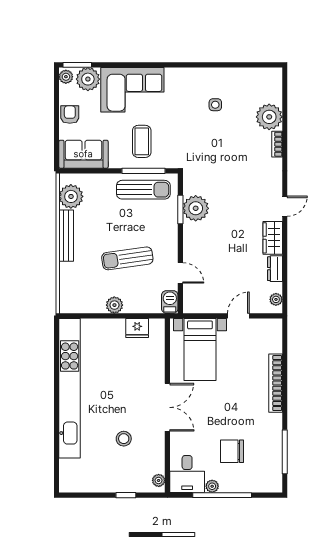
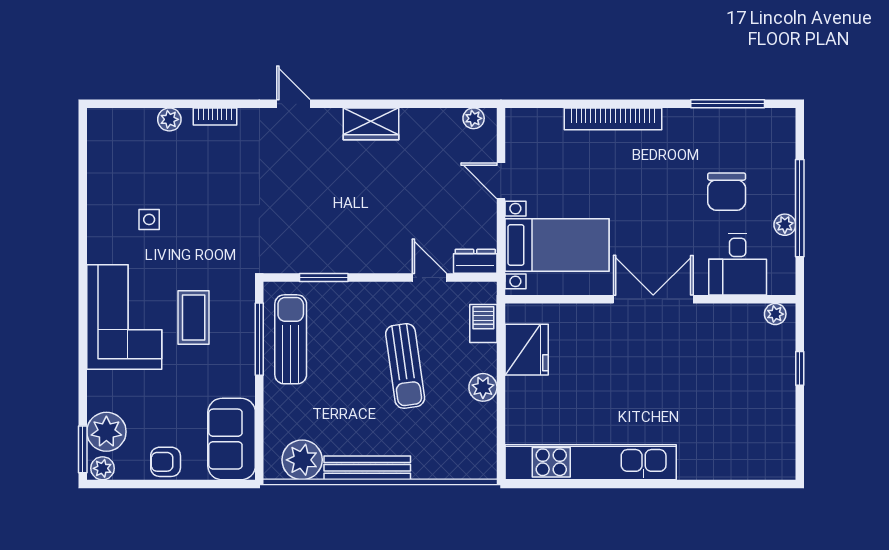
corner sofa: (132, 90) -> (124, 317), moved
plant: (269, 117) -> (169, 119), width x0.53, depth x0.53
coffee table: (142, 141) -> (194, 317), moved, turned 90
door: (285, 206) -> (293, 104), moved
plant: (196, 208) -> (322, 252), removed
dresser: (275, 269) -> (475, 261), moved, turned 180
door: (180, 273) -> (429, 278), hinge flipped
barbecue: (170, 302) -> (483, 324), moved, turned 90
fridge: (137, 328) -> (527, 350), width x1.36, depth x1.34
kitchen unit: (70, 388) -> (591, 462), width x0.73
stool: (124, 439) -> (706, 372), removed
desk: (187, 474) -> (738, 264), moved, turned 90

